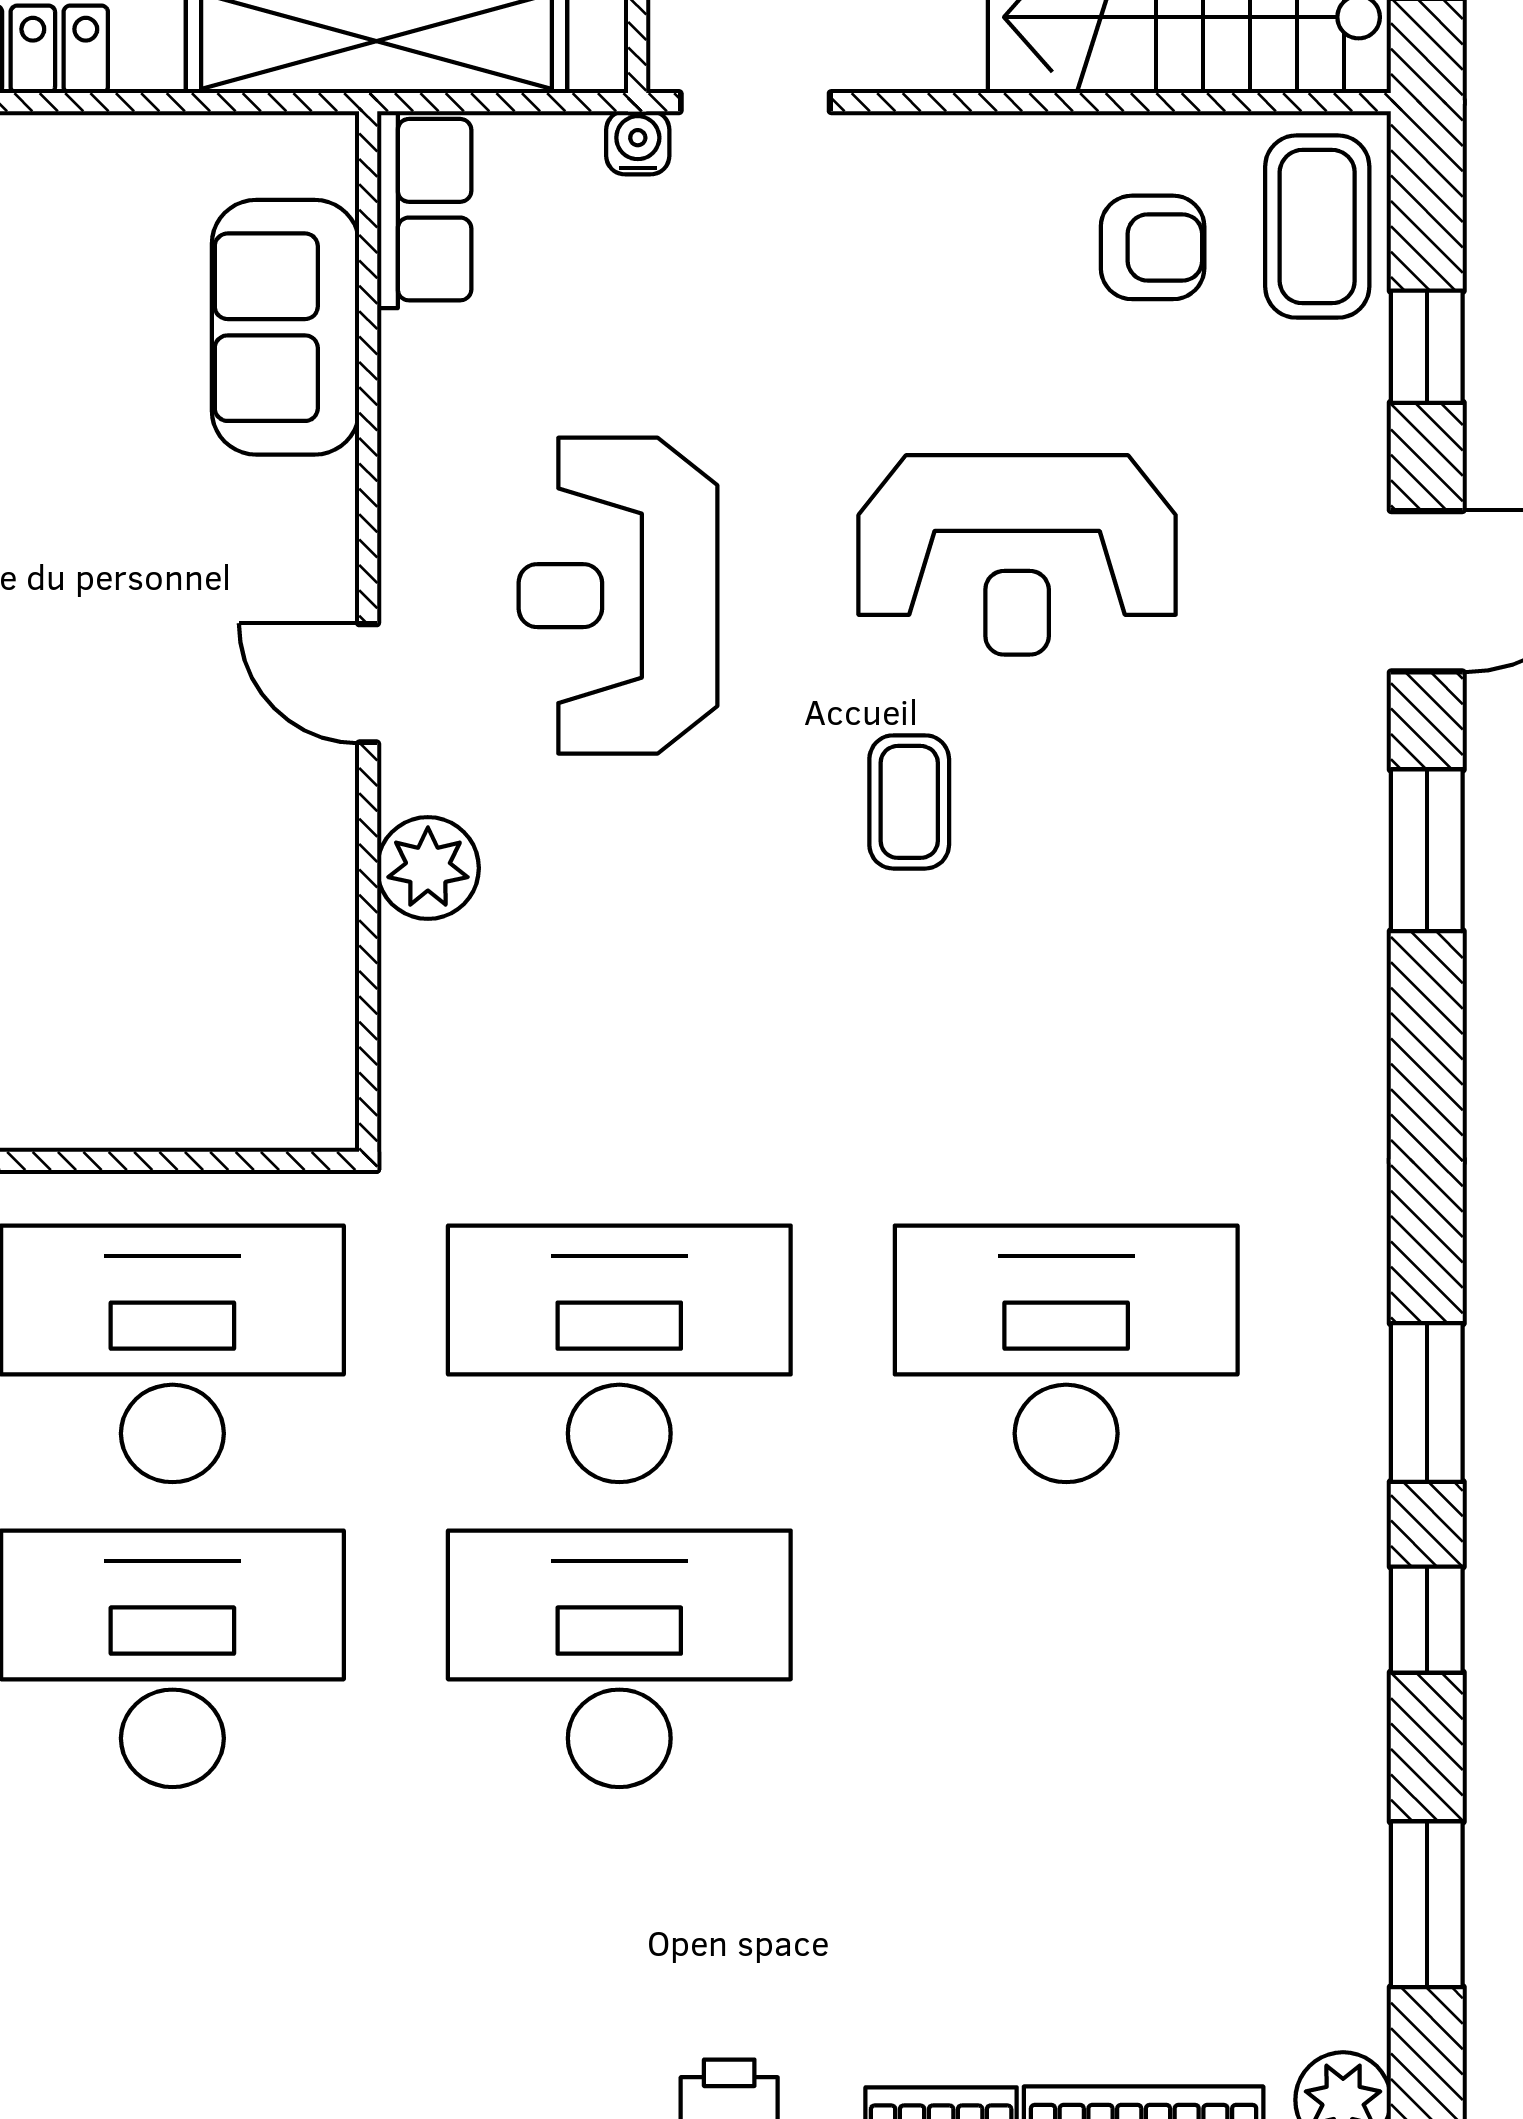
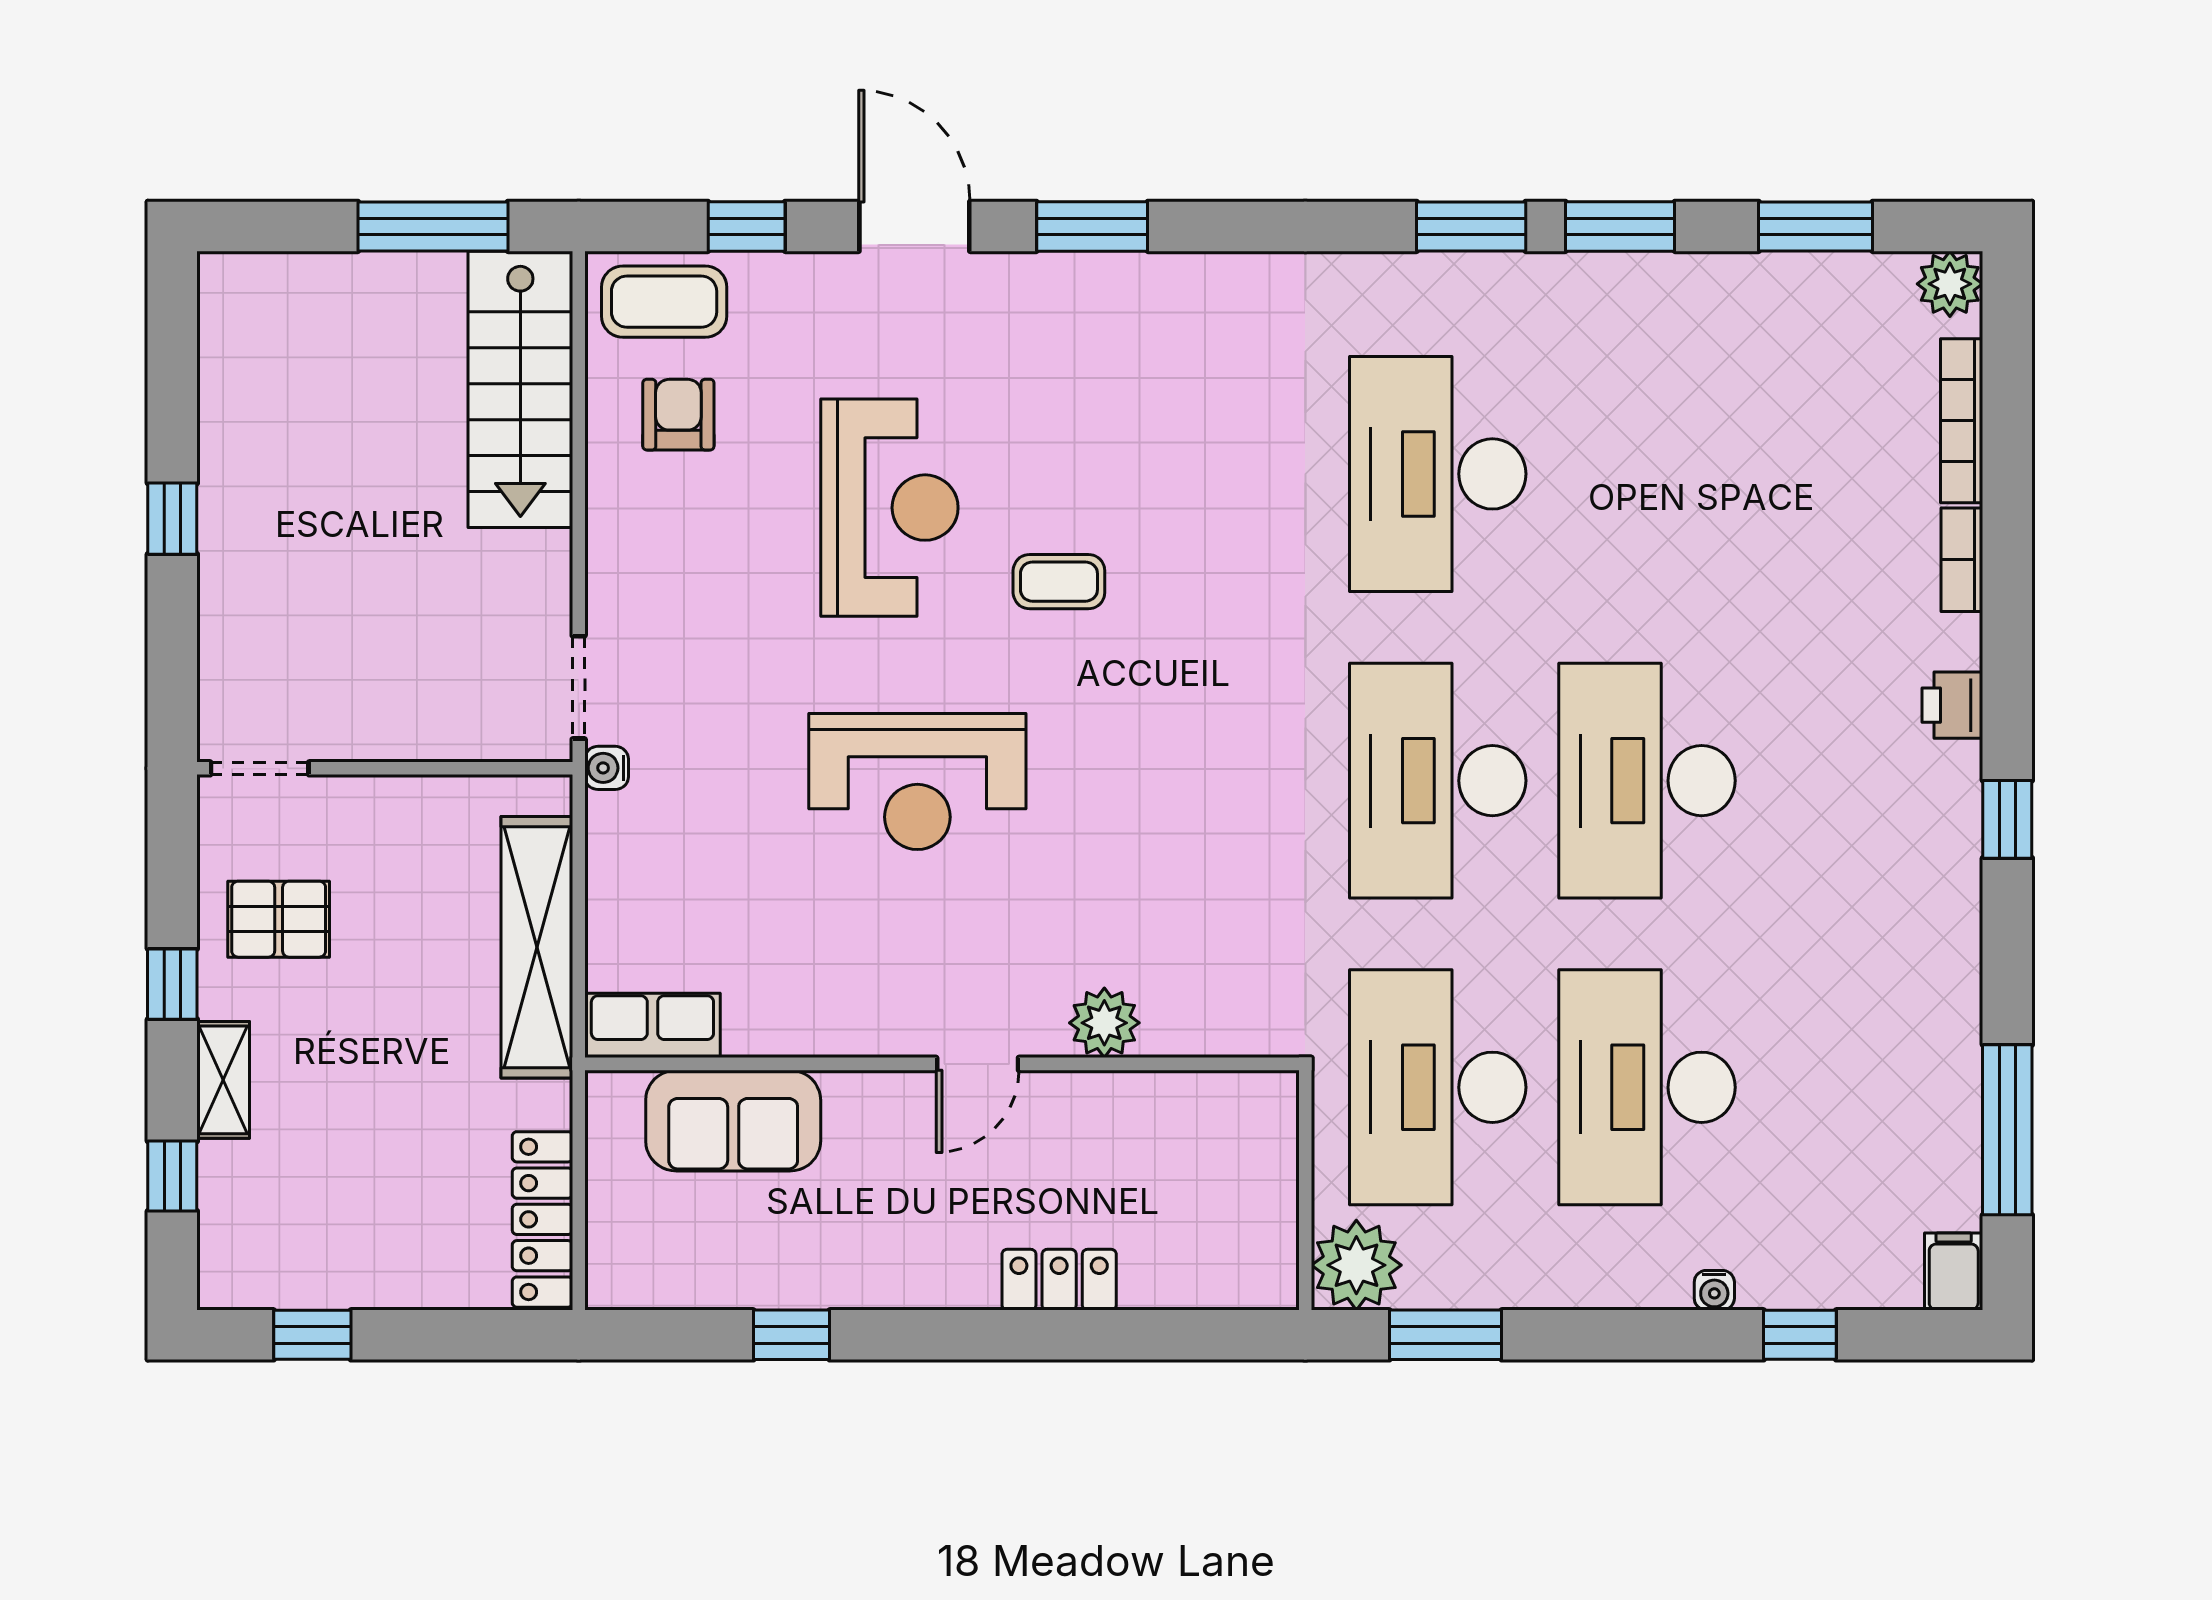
row of seats: (424, 210) -> (652, 1025), moved
sofa: (285, 327) -> (733, 1121), moved
wall: (368, 631) -> (942, 1064), moved
door: (368, 683) -> (978, 1064), moved
plant: (428, 868) -> (1104, 1023), moved
window: (1427, 1620) -> (1620, 226), width x1.50

